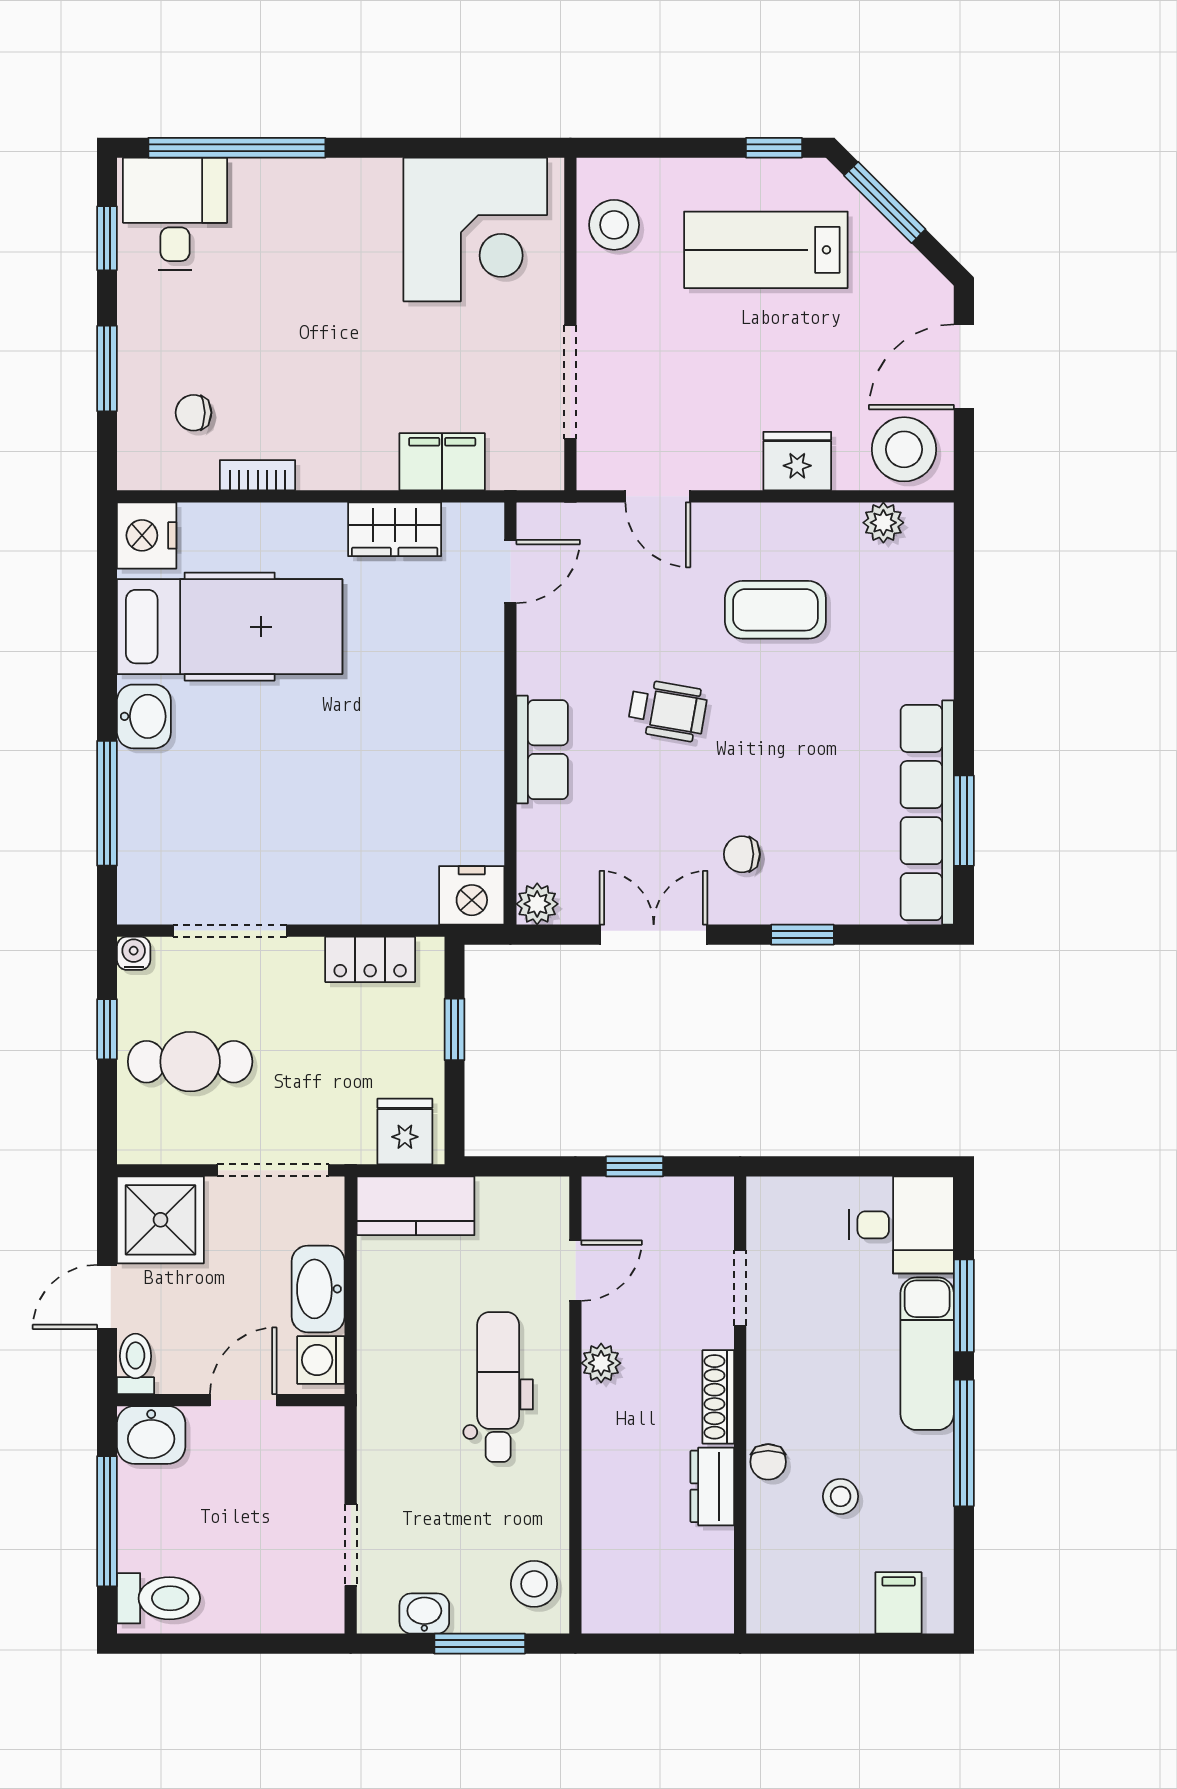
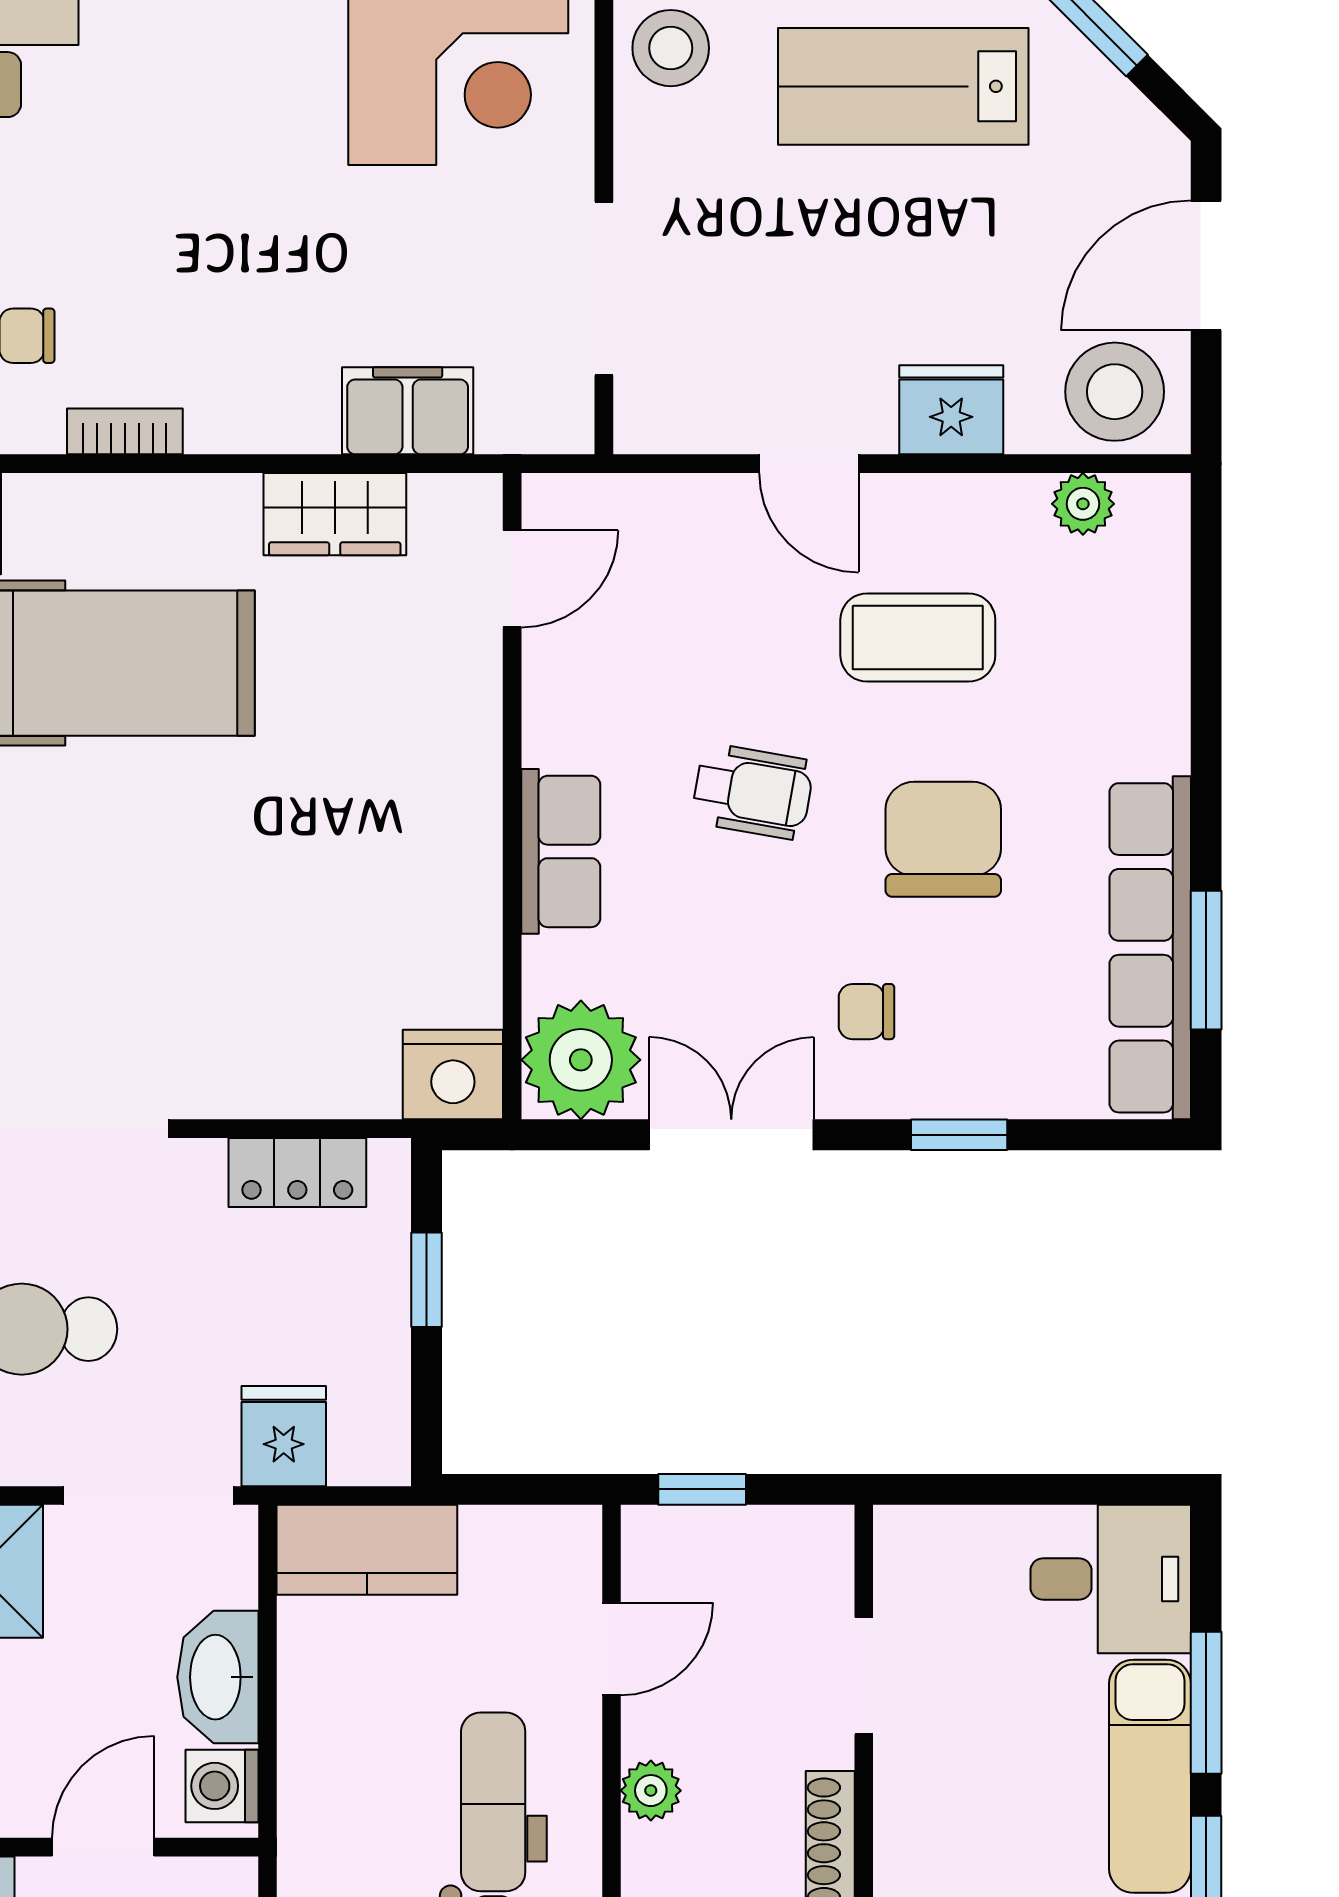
door: (658, 496) -> (809, 464), moved
chair: (792, 742) -> (943, 839), added
plant: (537, 904) -> (581, 1060), width x1.88, depth x1.88
fridge: (405, 1132) -> (284, 1436), moved

